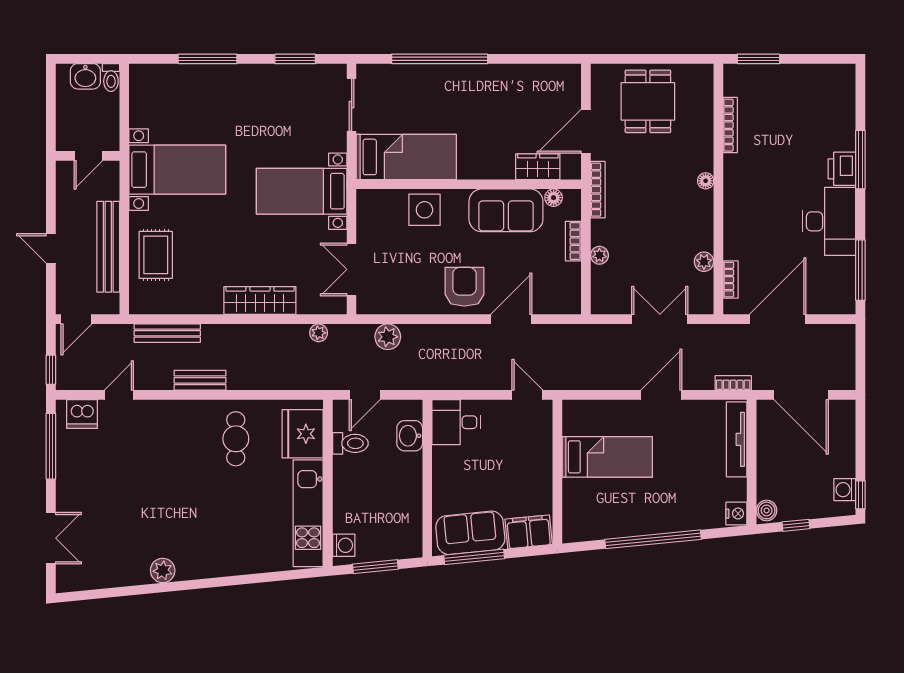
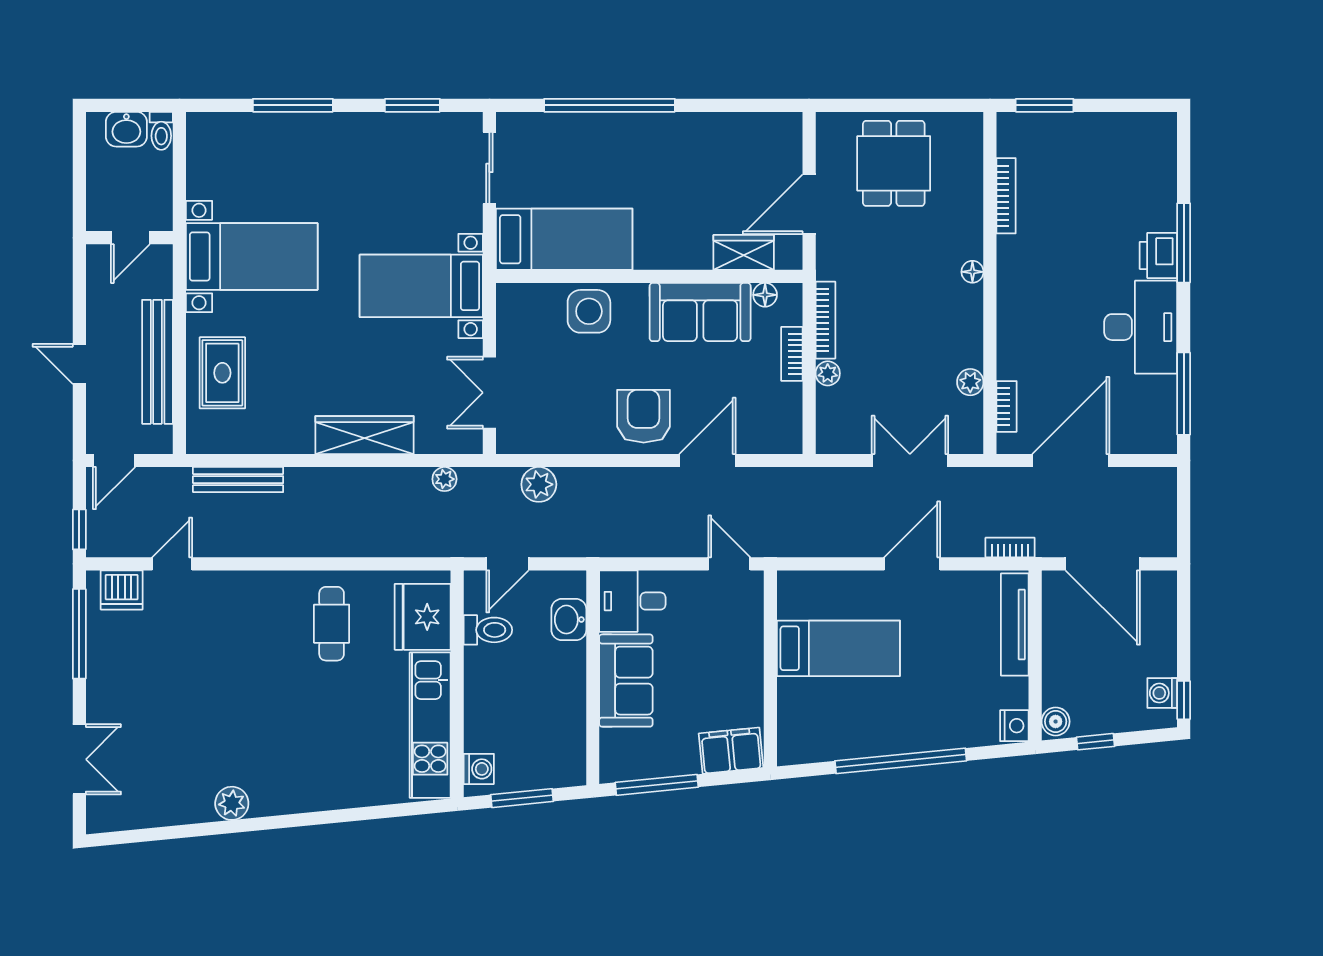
bookcase: (598, 190) -> (825, 320), moved
bench: (200, 380) -> (283, 544), removed
sofa: (470, 533) -> (626, 681), moved, turned 96

